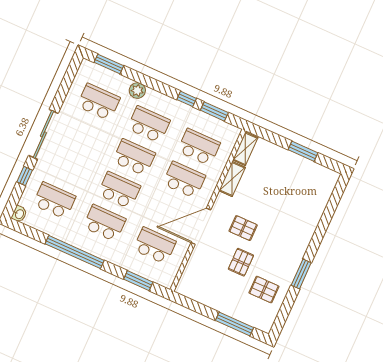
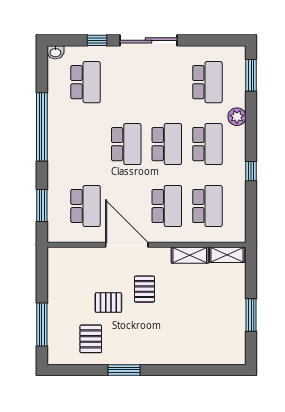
window: (214, 111) -> (251, 206), removed
school desk: (104, 223) -> (86, 144), removed

